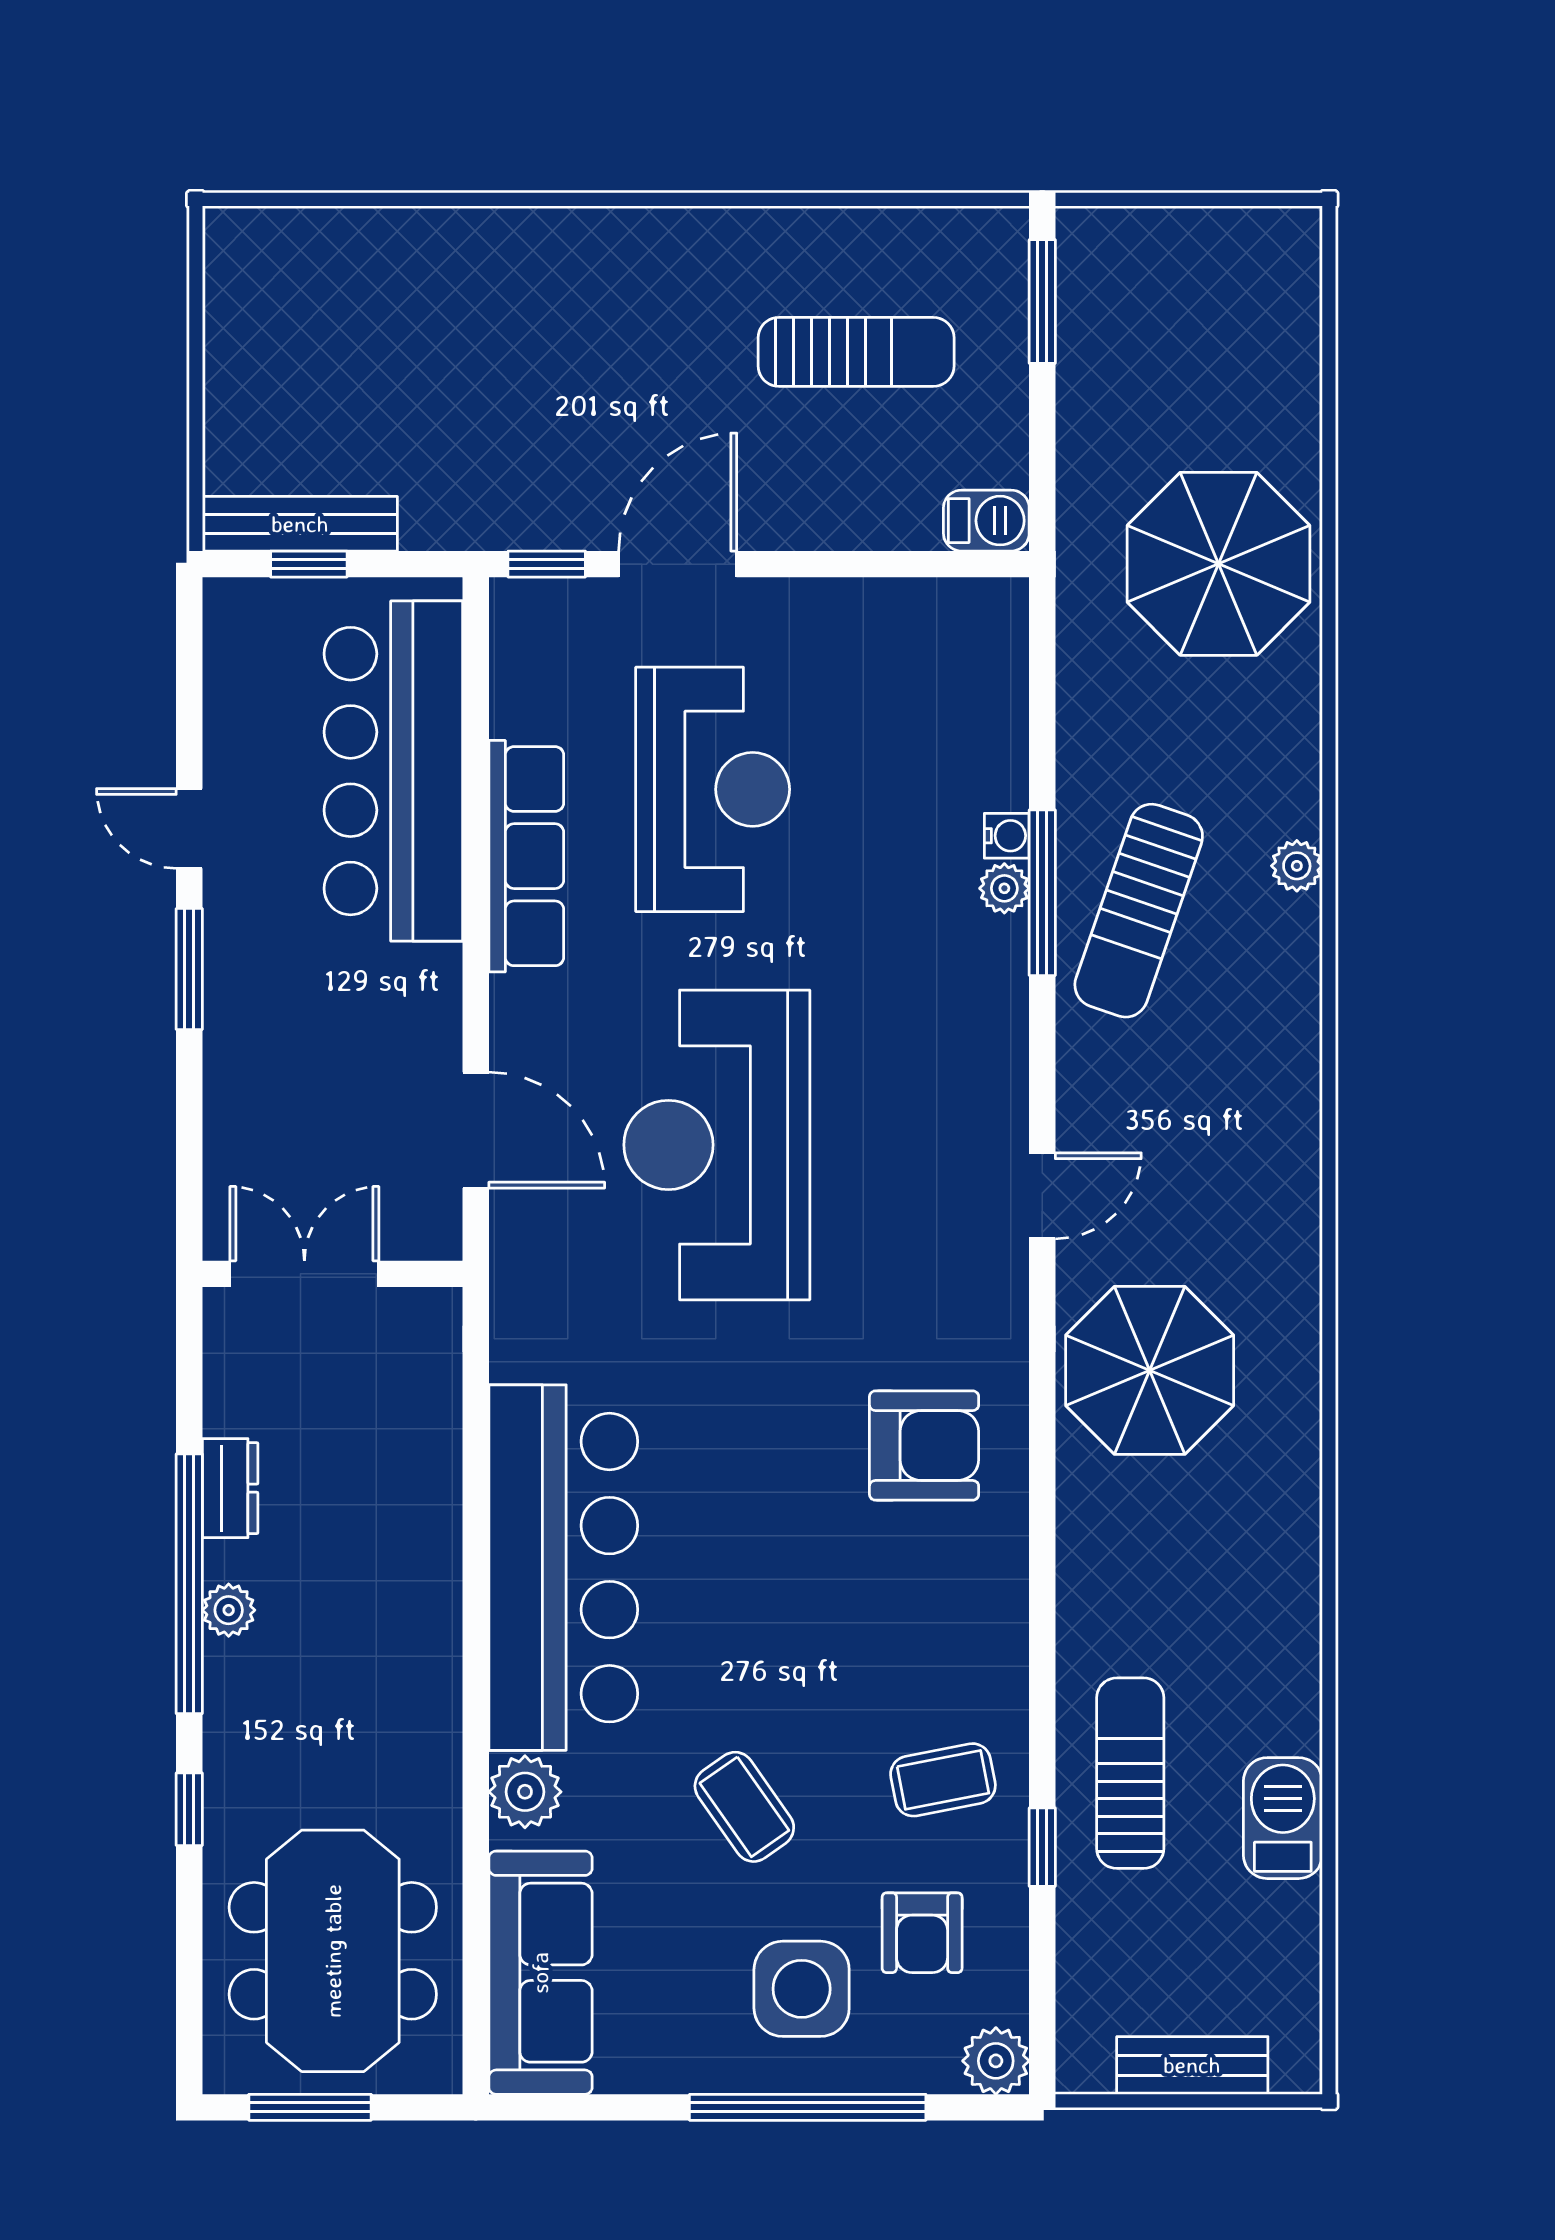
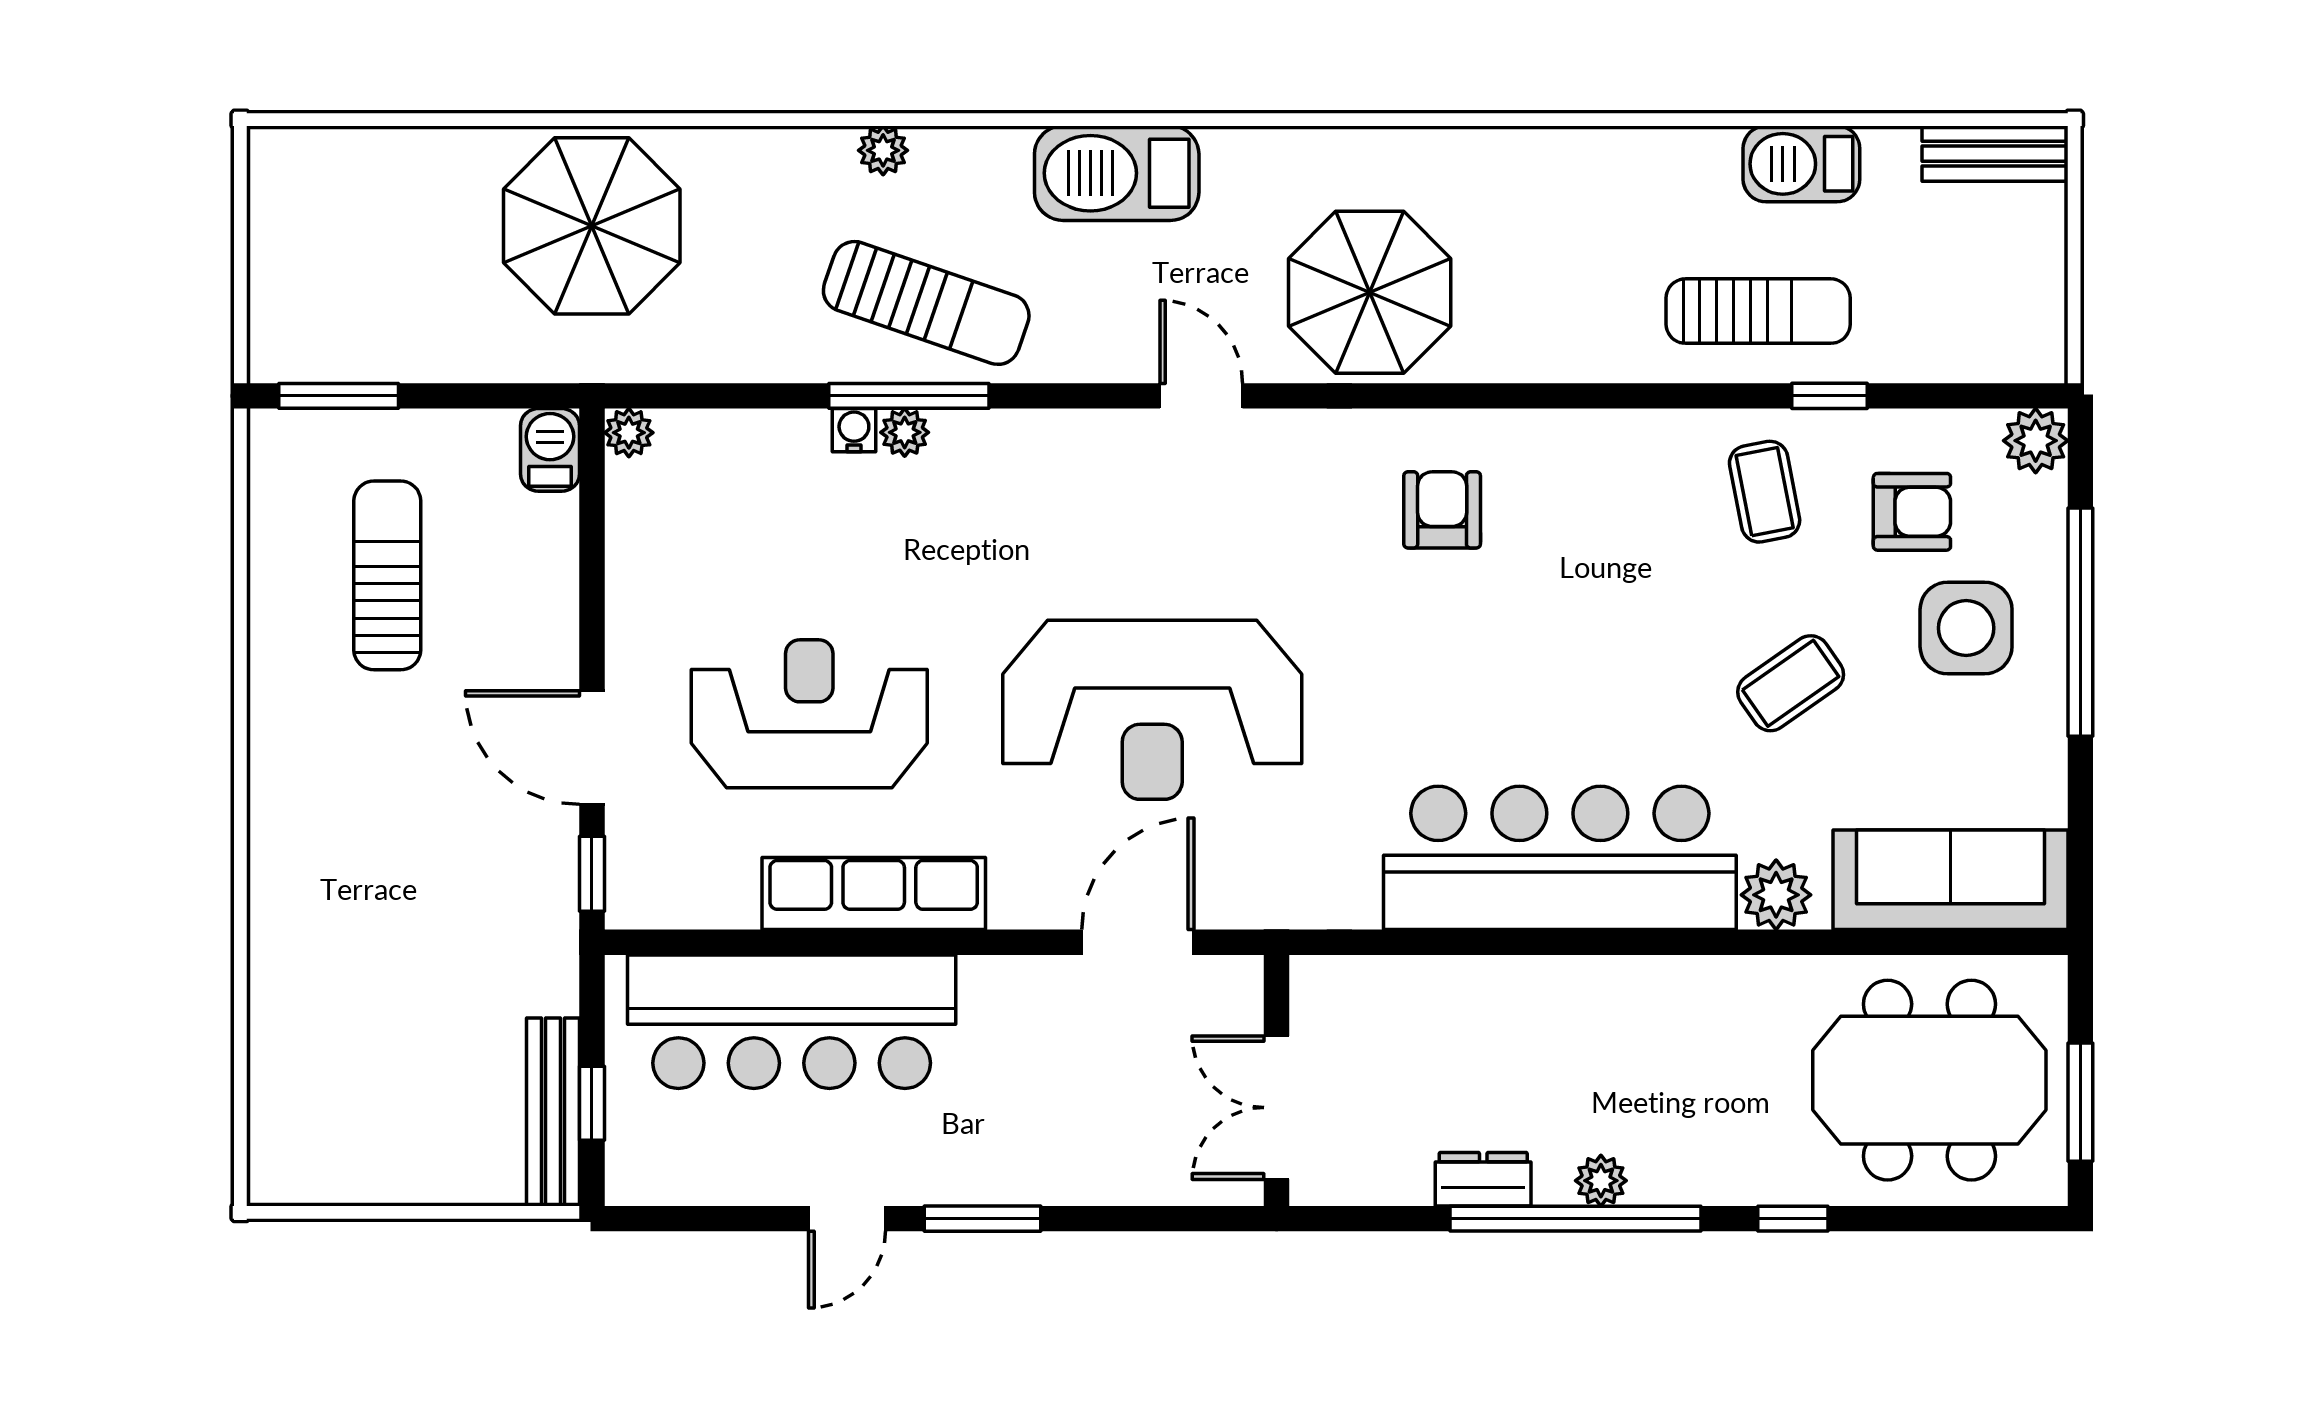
plant: (1004, 602) -> (629, 433), added
barbecue: (1273, 1108) -> (1117, 173), added
armchair: (924, 1446) -> (1442, 510), width x0.72, depth x0.72
sun lounger: (1130, 1773) -> (1758, 311), turned 180
bench: (1192, 2065) -> (1995, 154), moved, turned 90

